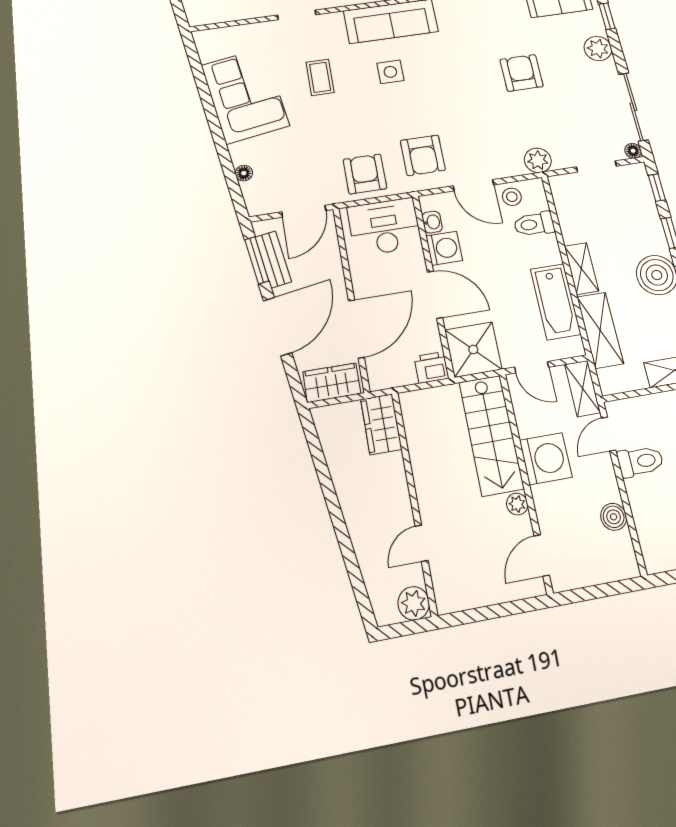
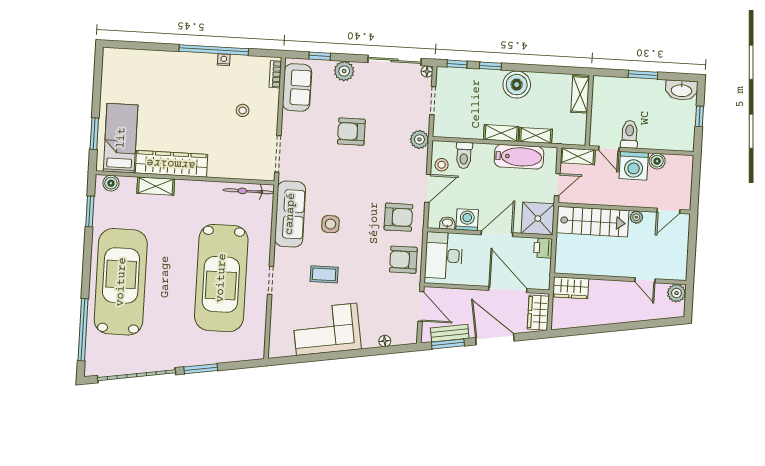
shelving: (600, 330) -> (536, 135), width x0.67, depth x0.75
washing machine: (546, 459) -> (634, 166), moved, turned 180
door: (542, 555) -> (668, 211), hinge flipped

